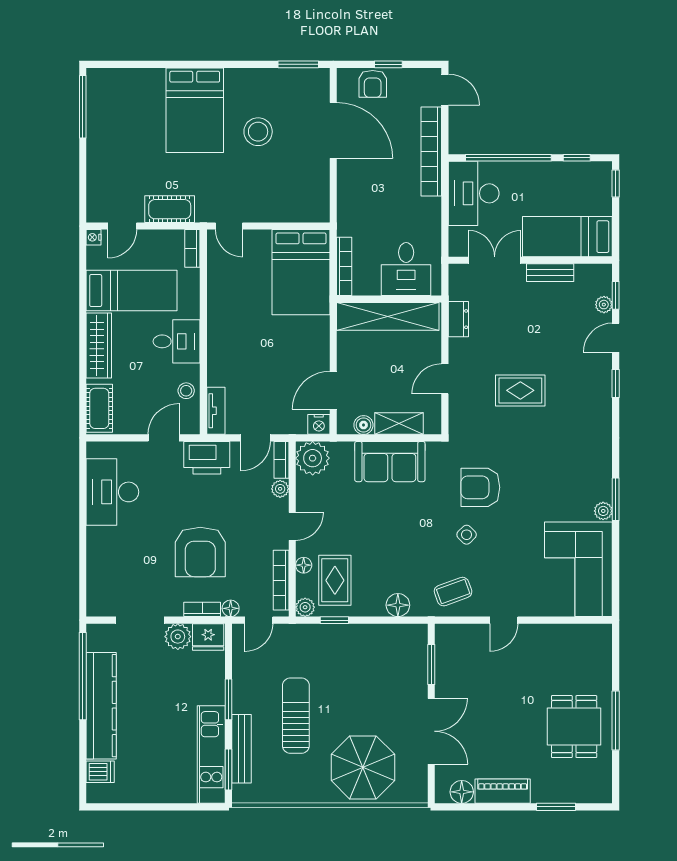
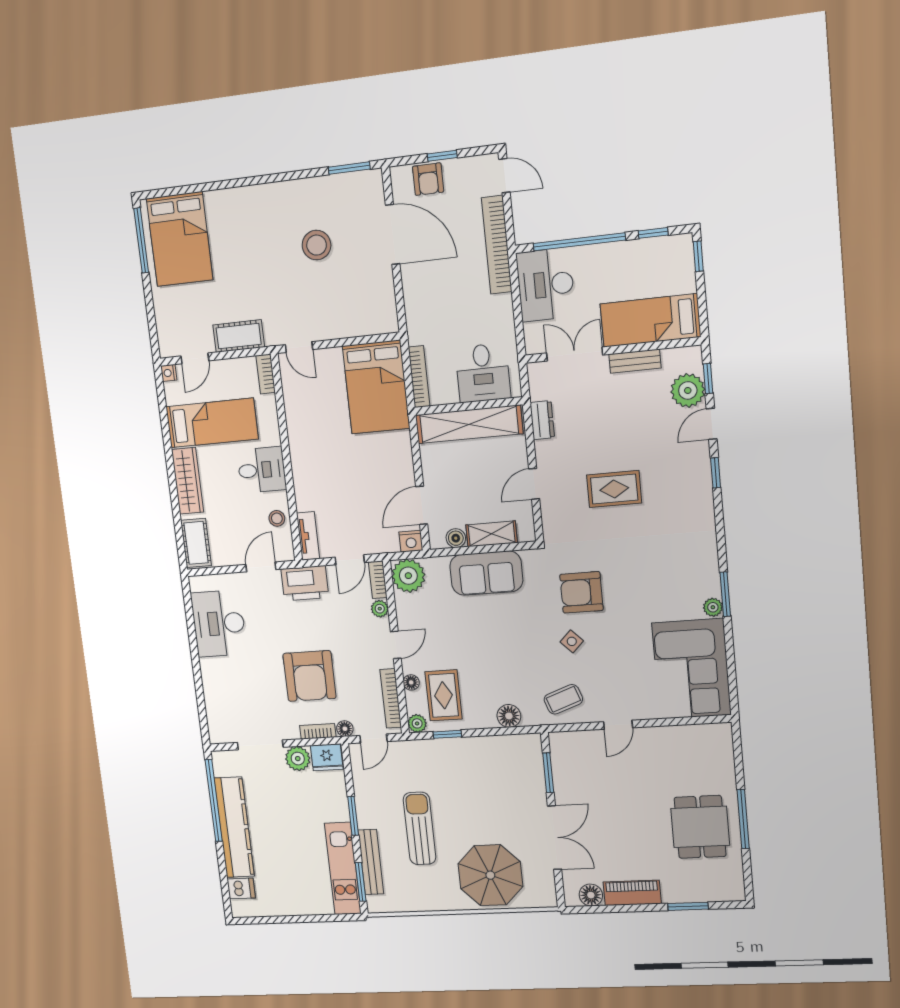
bed: (195, 110) -> (180, 239), moved
plant: (604, 305) -> (688, 390), width x1.88, depth x1.88

